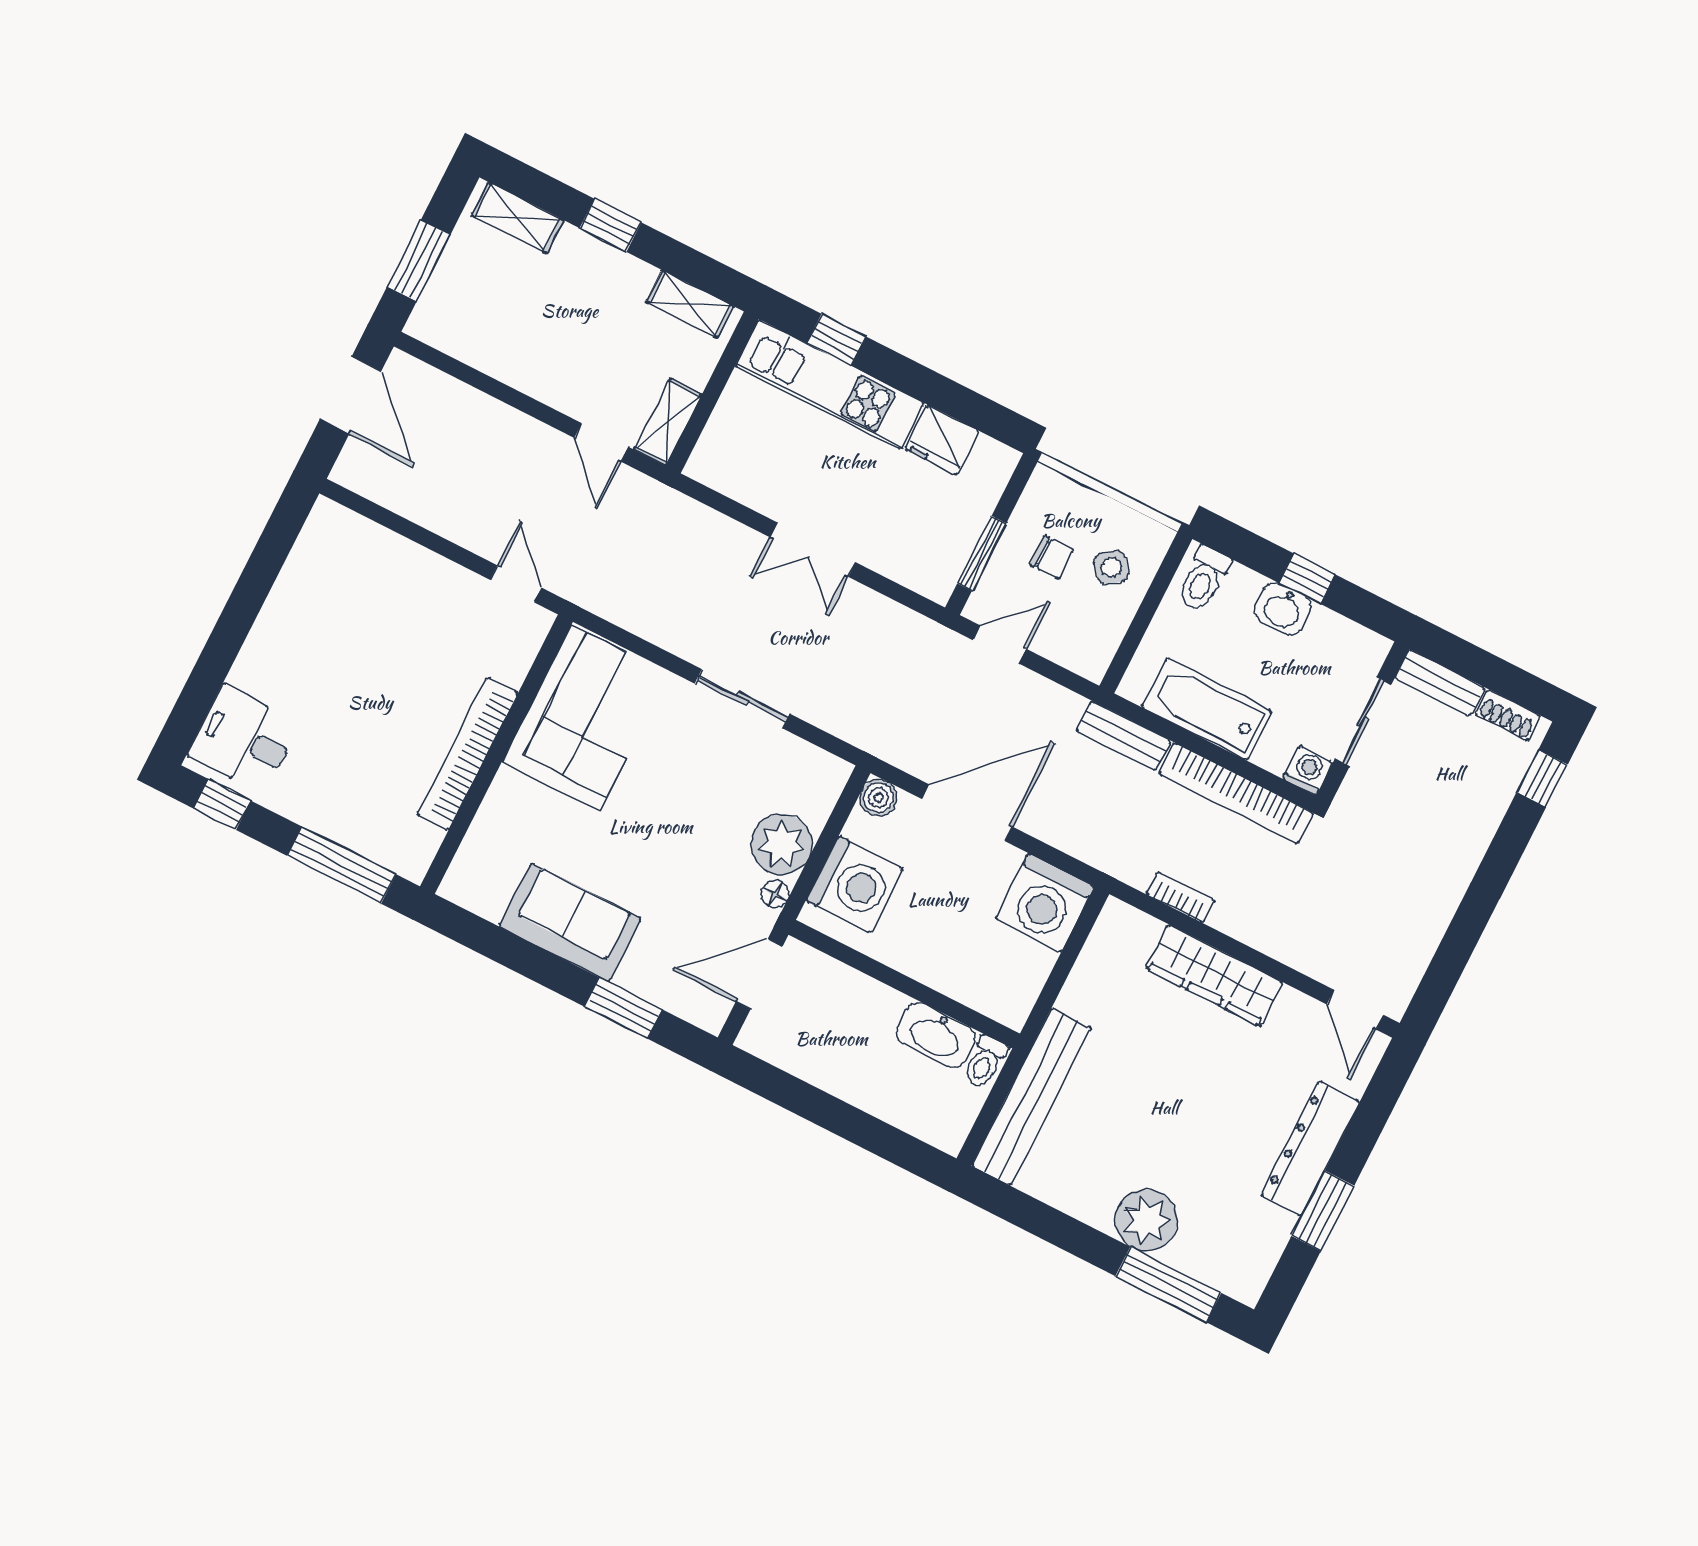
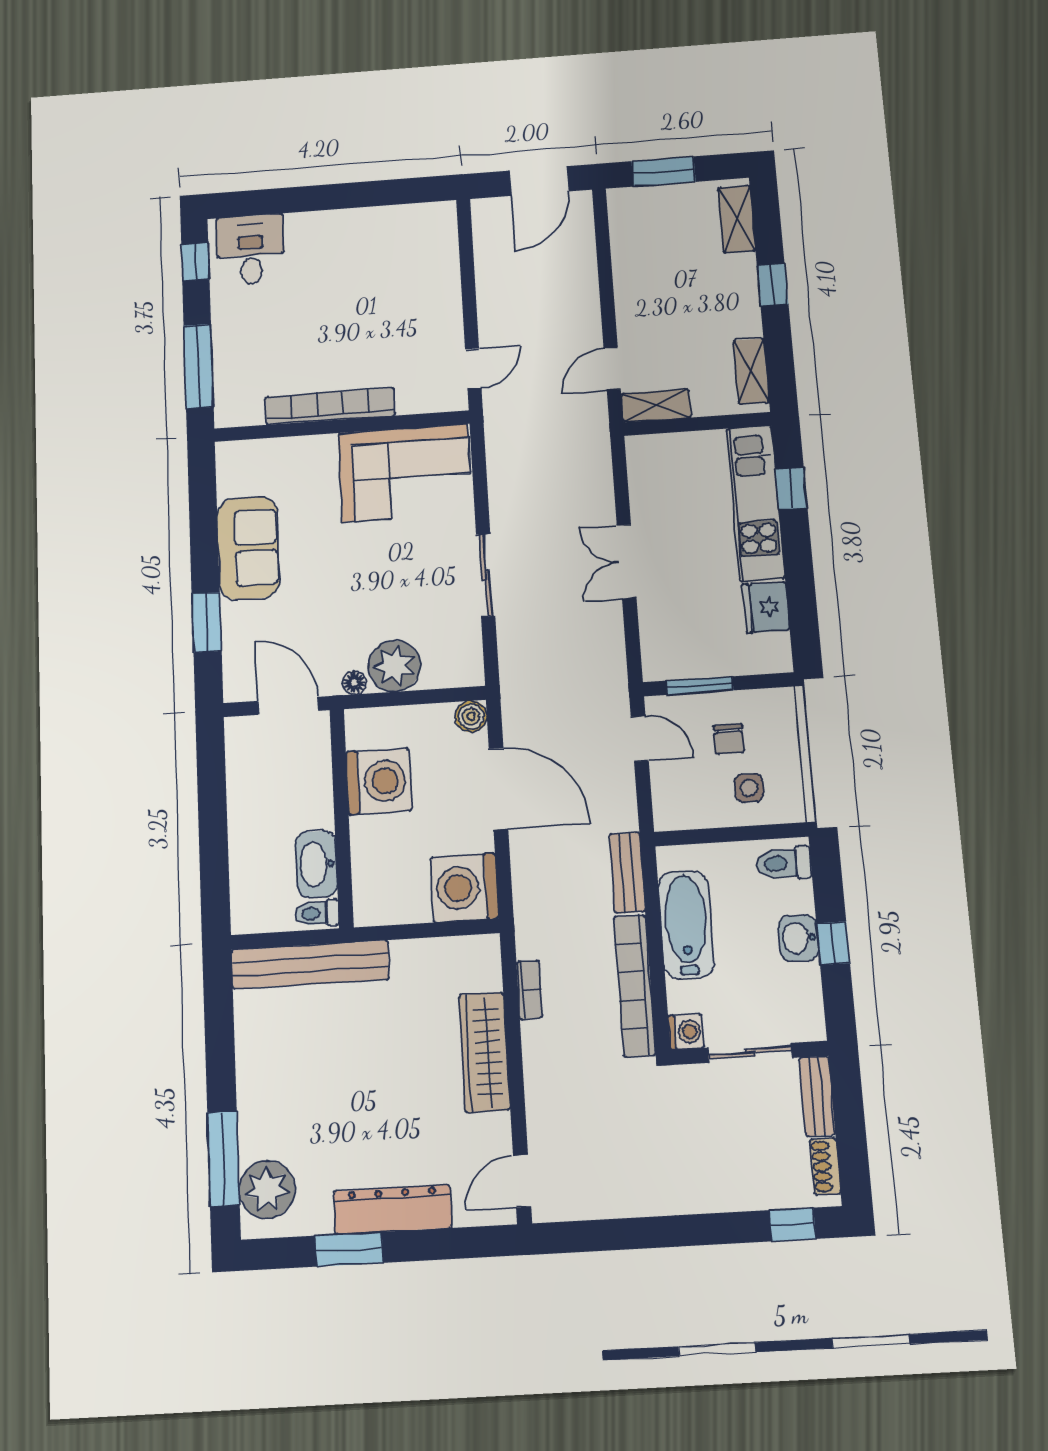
side table: (1111, 567) -> (749, 788), turned 37
washing machine: (855, 885) -> (379, 781), moved, turned -90
plant: (1146, 1220) -> (267, 1190), moved

